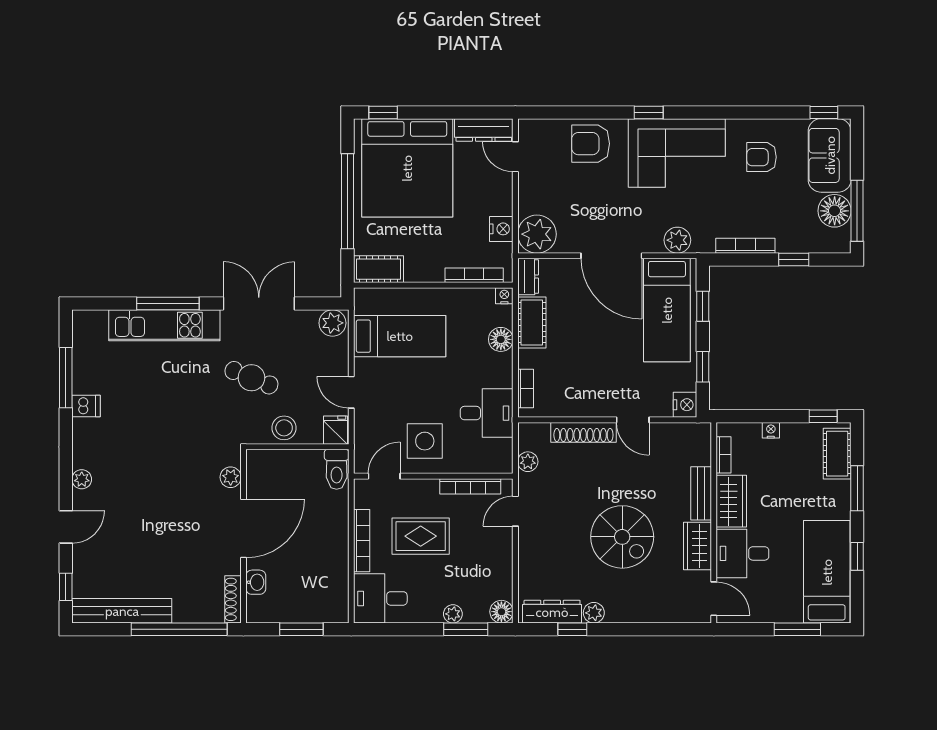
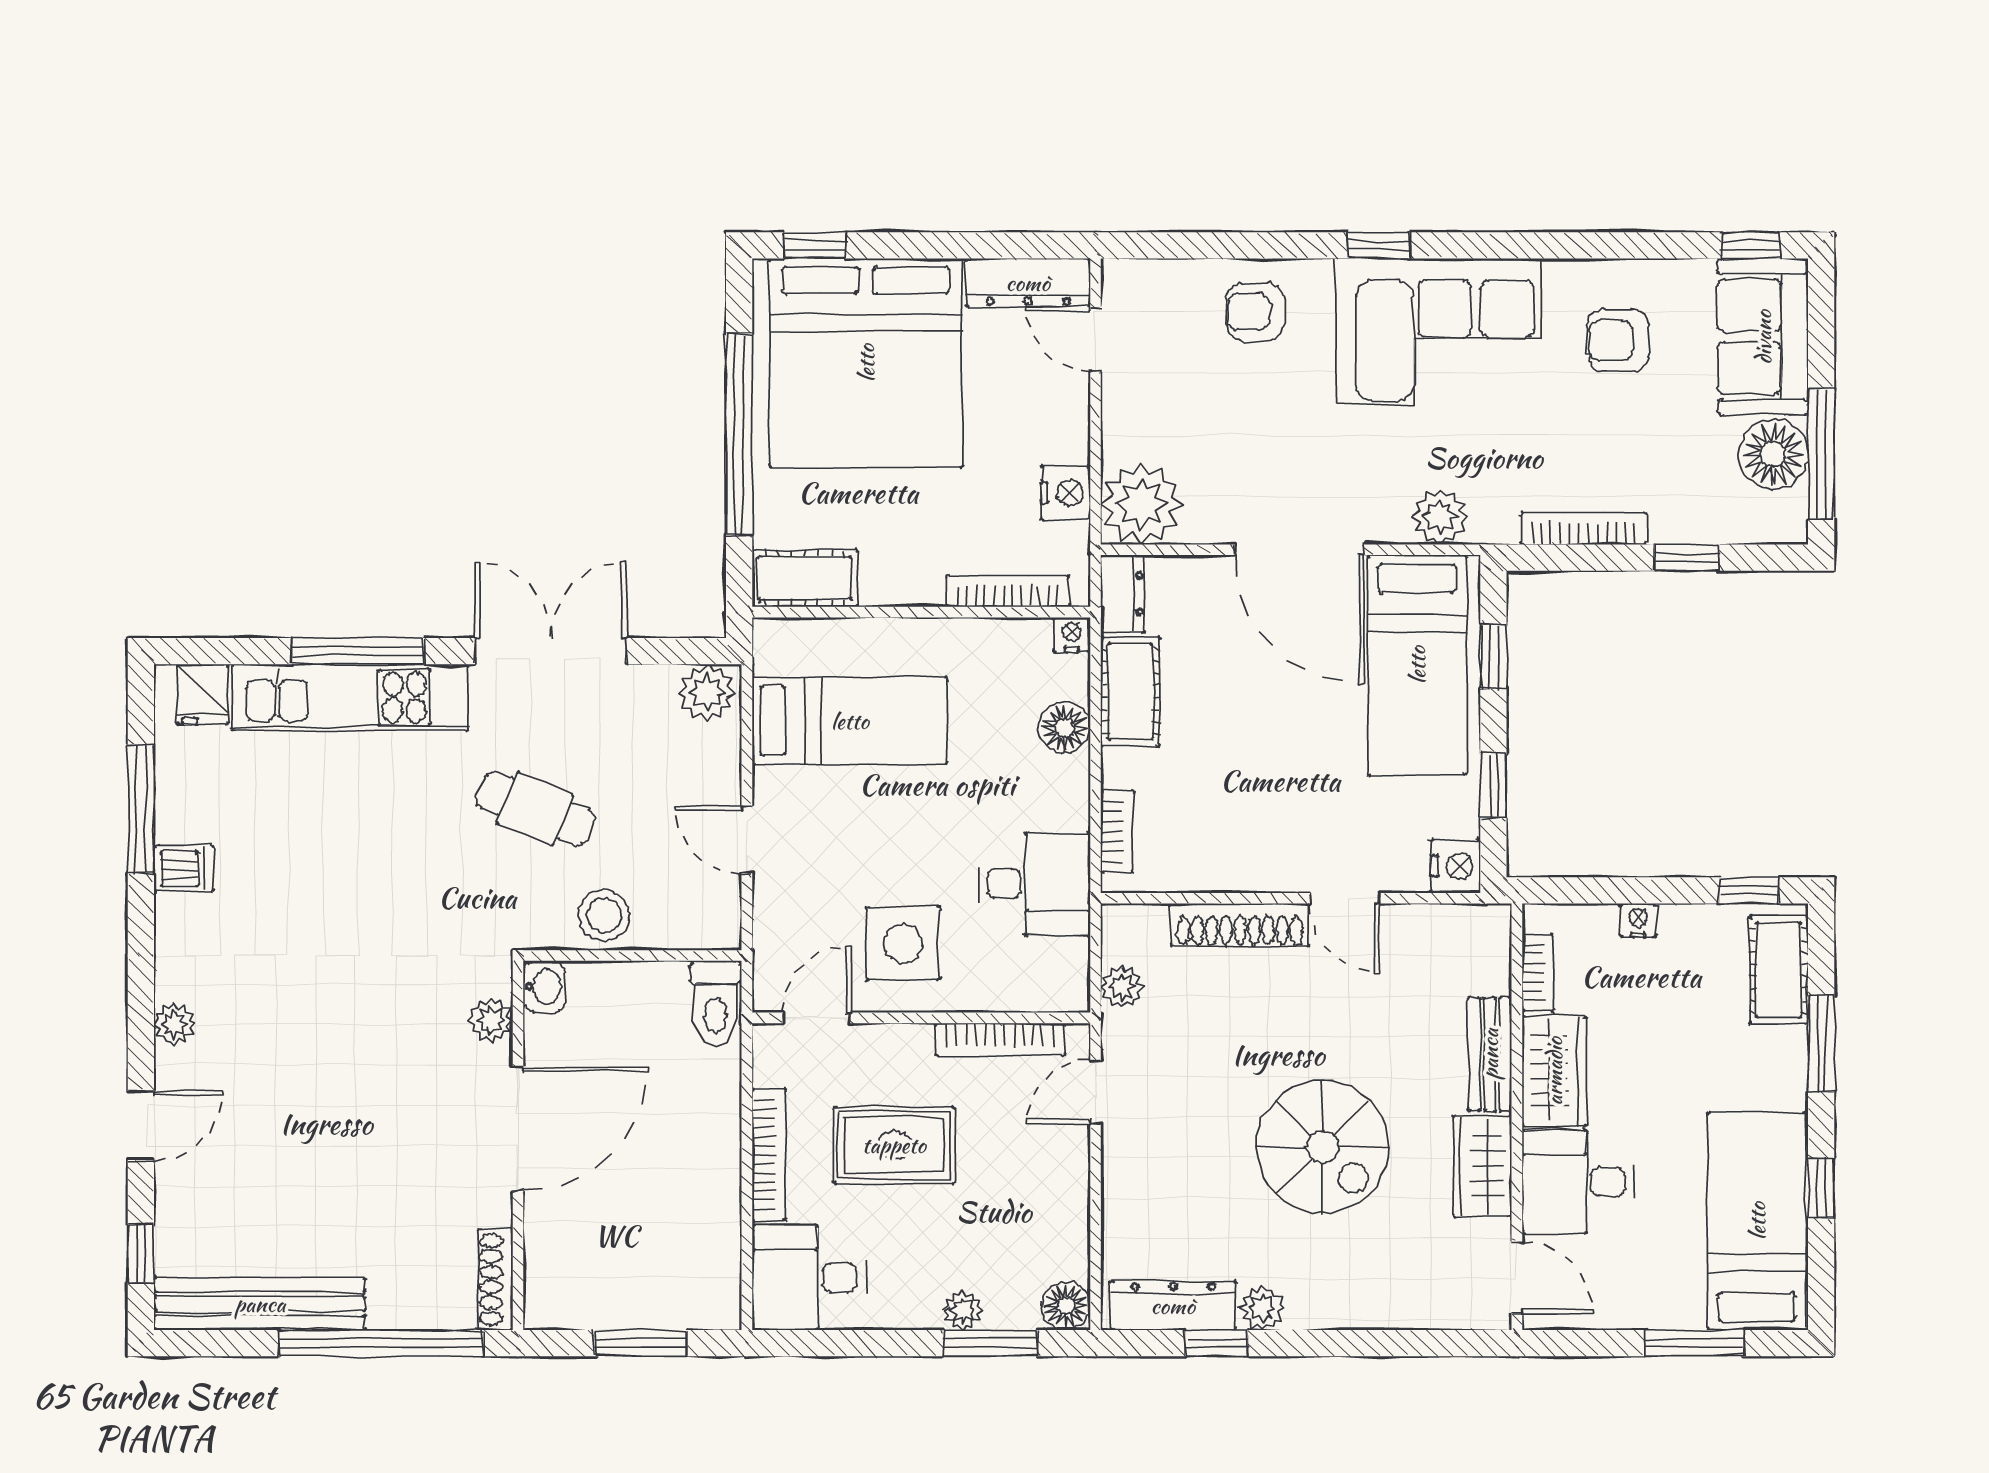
armchair: (591, 144) -> (1255, 312), width x0.72, depth x0.72
fridge: (335, 430) -> (203, 694), moved, turned 180
washbasin: (256, 582) -> (544, 987), moved

